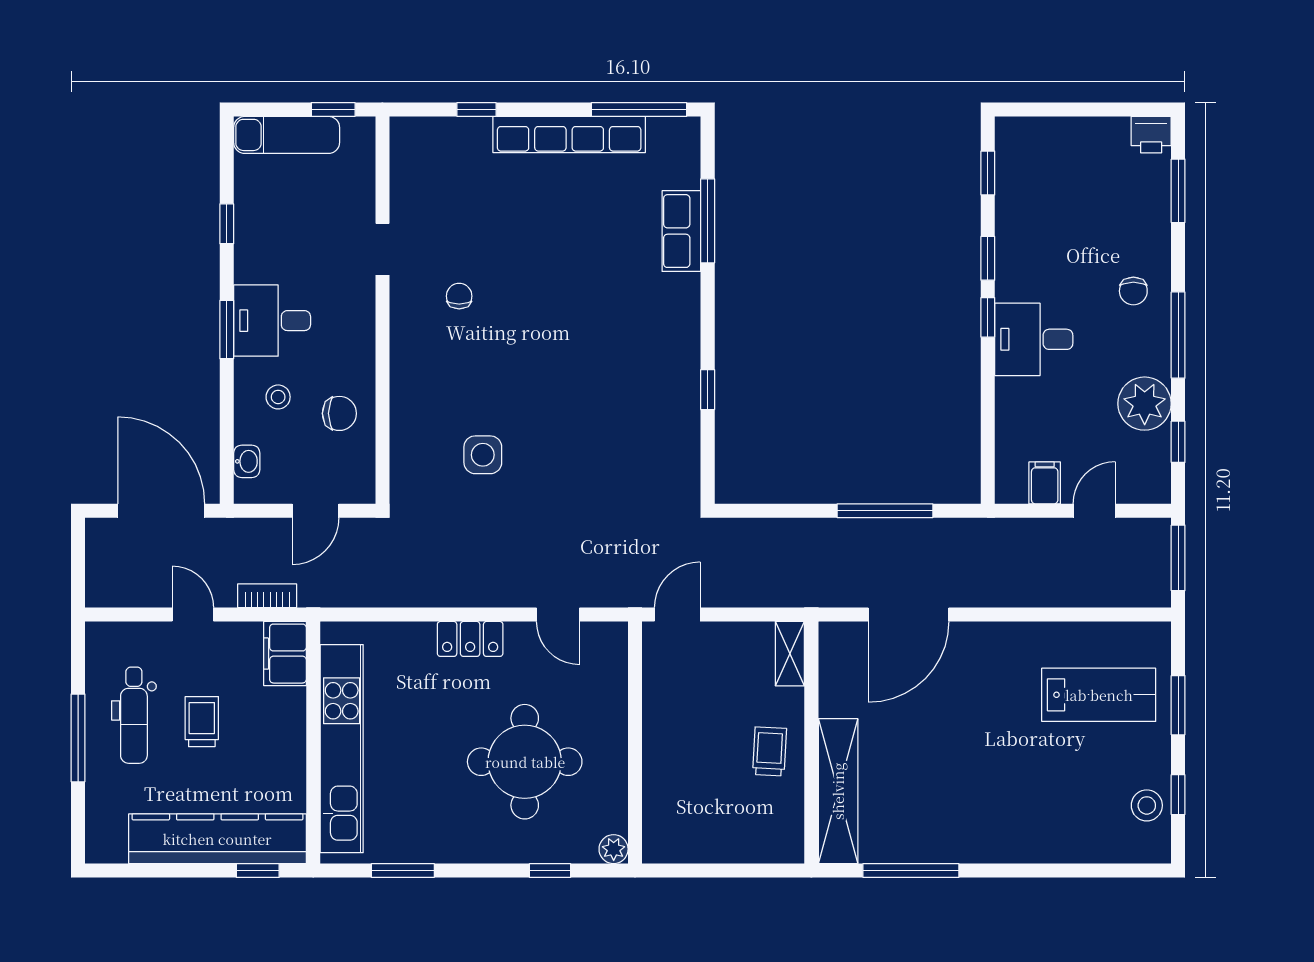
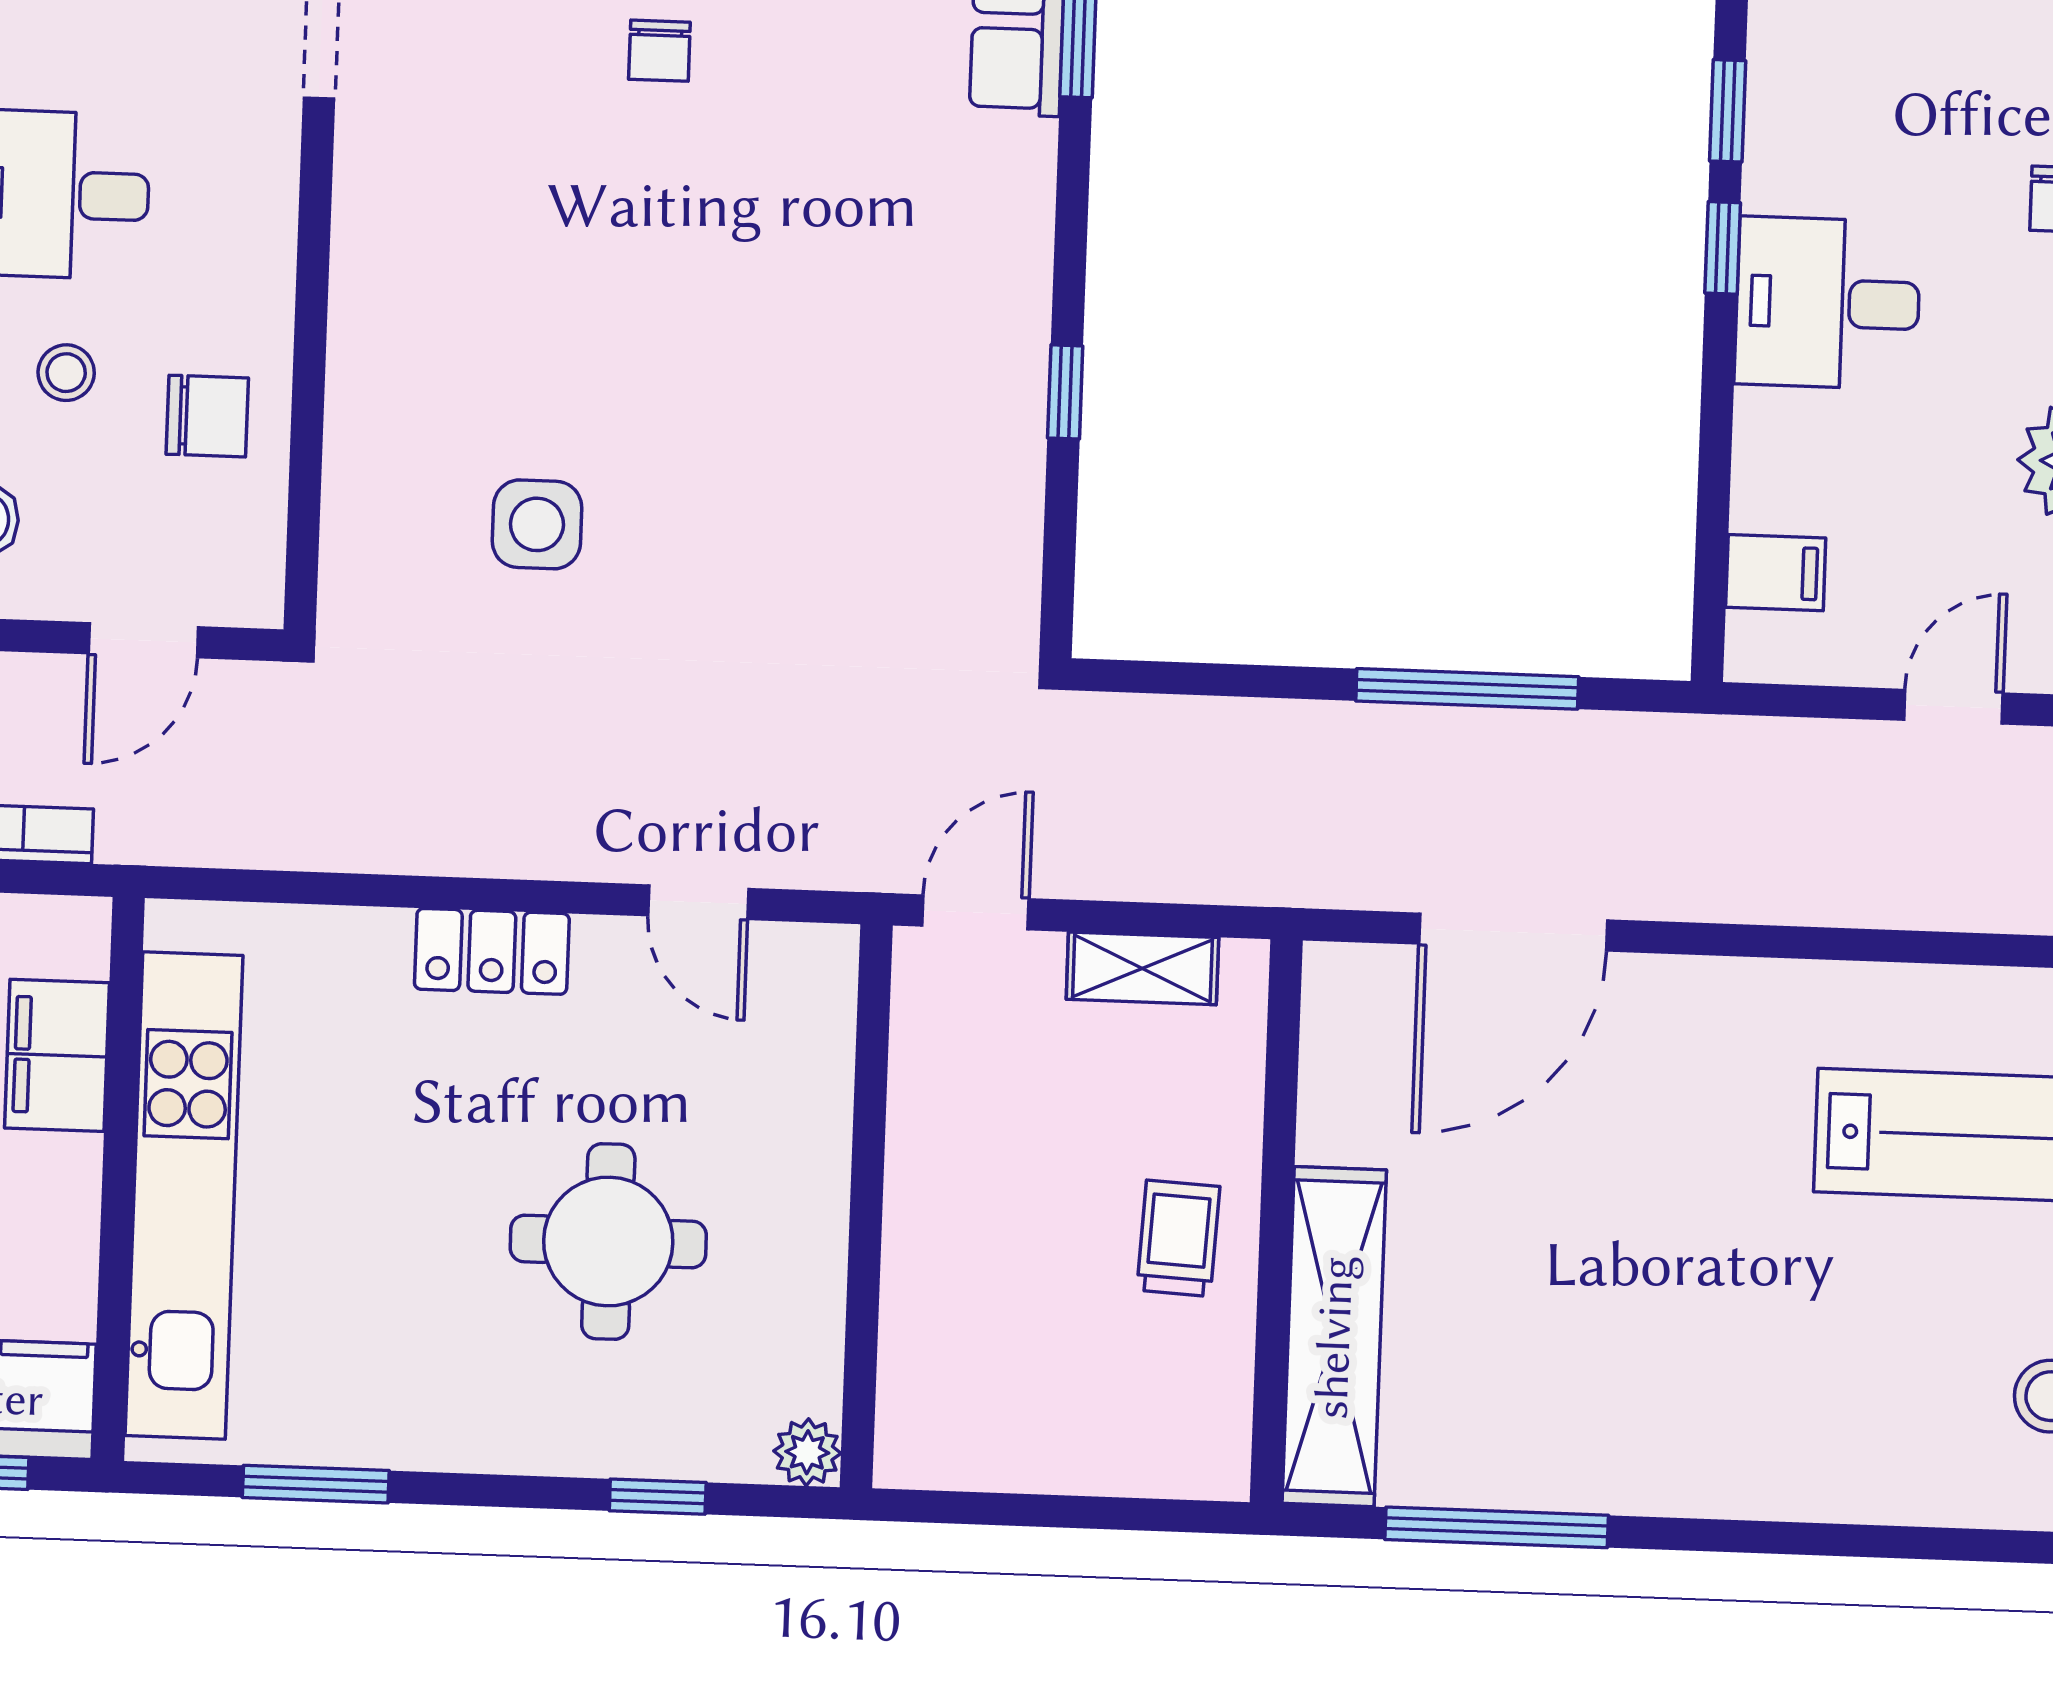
chair: (459, 296) -> (659, 51), moved, turned 180
filing cabinet: (1045, 483) -> (1776, 573), moved, turned 90
filing cabinet: (285, 654) -> (57, 1055), moved
shelving: (790, 654) -> (1142, 968), moved, turned 90
round table: (525, 762) -> (608, 1242), width x0.73, depth x0.73

